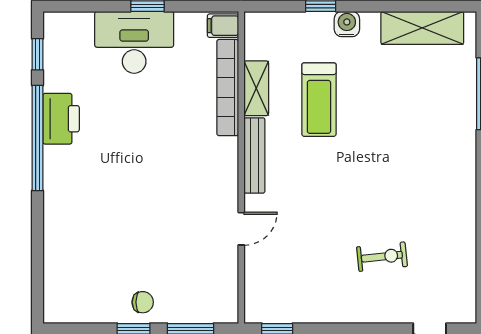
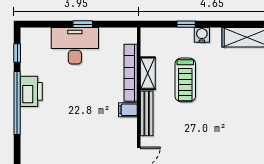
filing cabinet: (223, 26) -> (128, 110), moved

